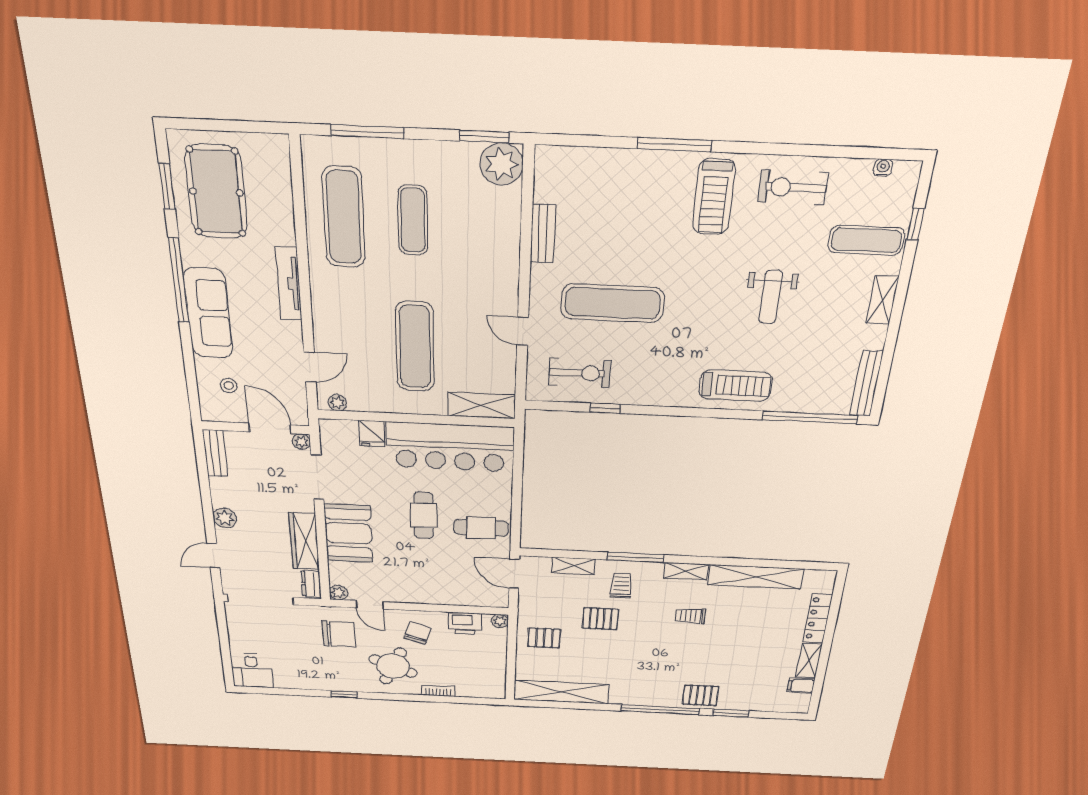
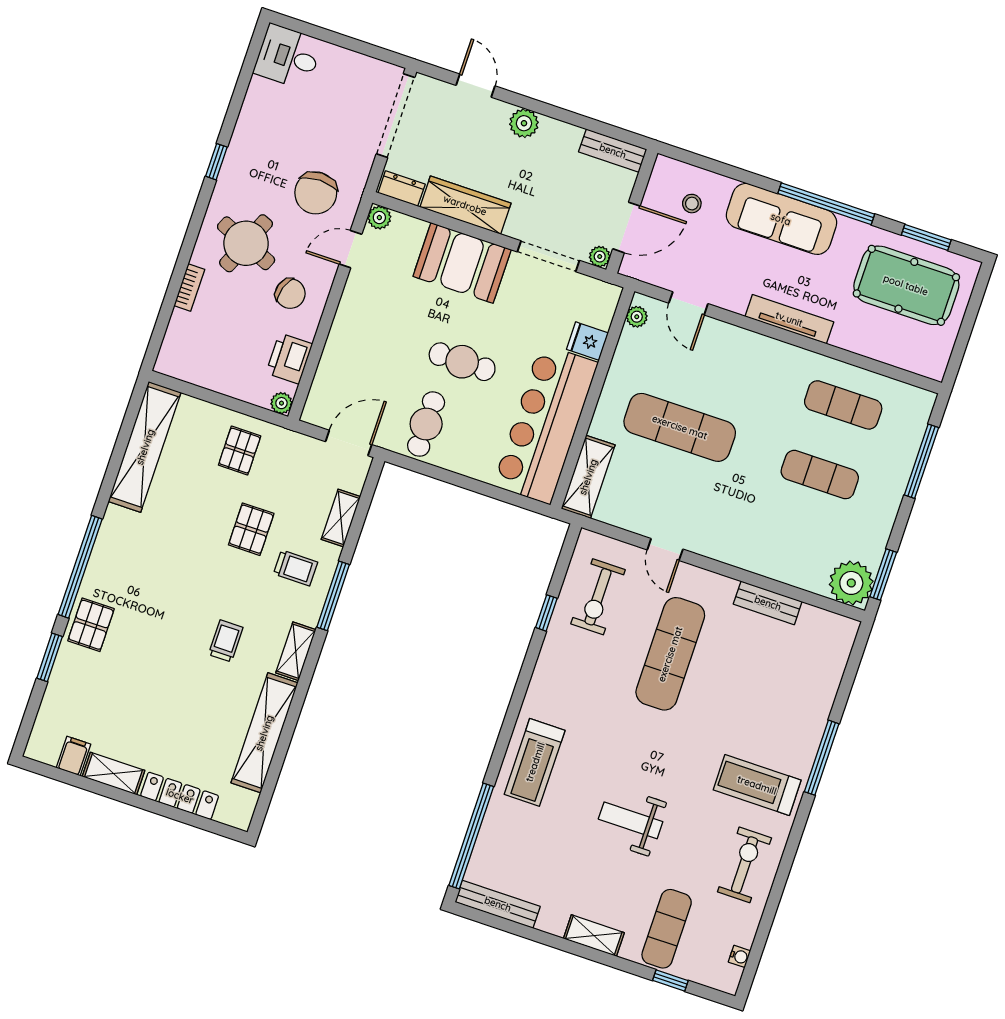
exercise mat: (344, 217) -> (843, 405), width x0.73, depth x0.69
door: (523, 331) -> (665, 549), swing flipped

